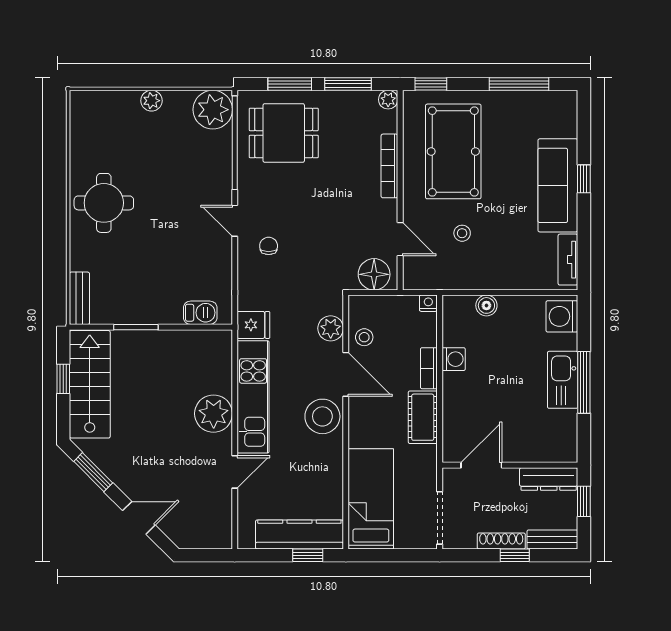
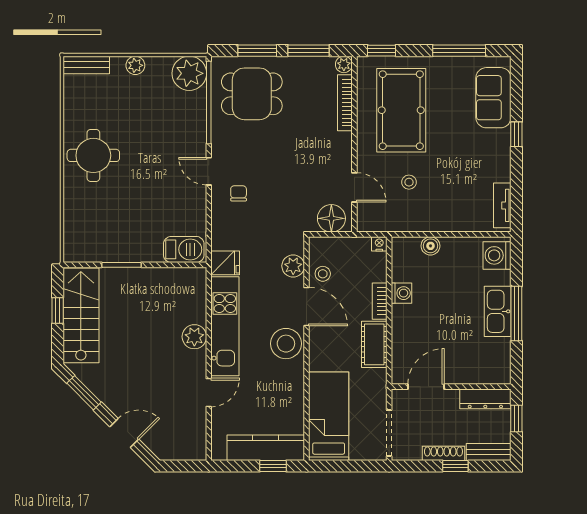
bookcase: (389, 166) -> (345, 103), moved
sofa: (558, 185) -> (493, 98), moved, width x0.73
bench: (79, 298) -> (86, 65), moved, turned 90
barbecue: (200, 313) -> (184, 249), width x1.38, depth x1.27
plant: (214, 414) -> (194, 337), width x0.73, depth x0.73

